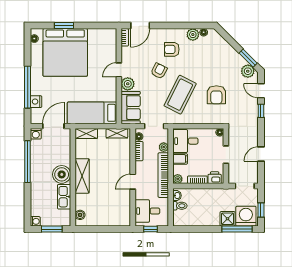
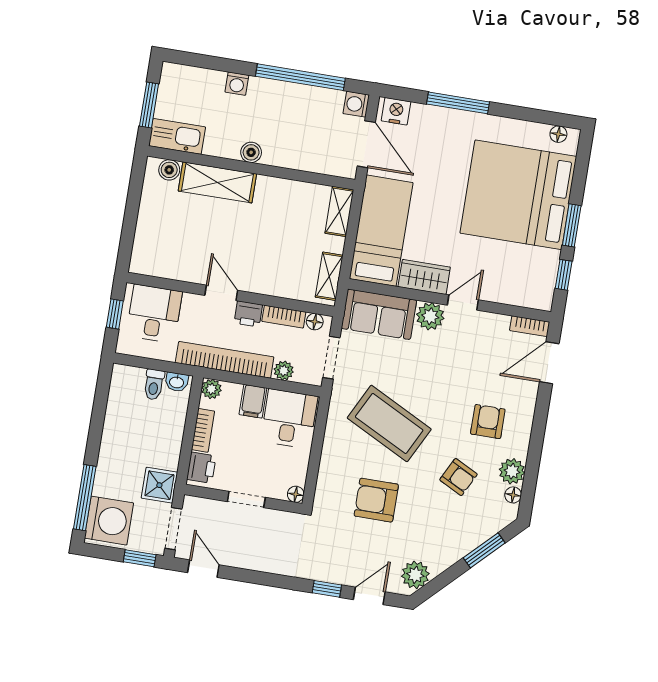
window: (64, 26) -> (572, 225), moved
window: (99, 26) -> (564, 275), added
door: (140, 26) -> (549, 363), hinge flipped
window: (248, 58) -> (484, 550), moved
door: (119, 70) -> (463, 302), hinge flipped
armchair: (159, 71) -> (458, 477), moved
window: (28, 87) -> (458, 103), width x0.68
wardrobe: (110, 90) -> (424, 277), added
nightstand: (36, 102) -> (396, 111), moved
door: (261, 154) -> (203, 569), moved
printer: (140, 168) -> (248, 314), added
boiler: (62, 174) -> (251, 152), width x0.54, depth x0.54
shelving: (82, 176) -> (217, 182), moved
kitchen sink: (64, 197) -> (177, 136), moved
window: (261, 210) -> (140, 558), moved
shower: (228, 219) -> (159, 485), moved
washing machine: (35, 221) -> (237, 84), moved

